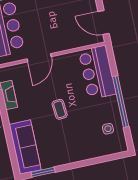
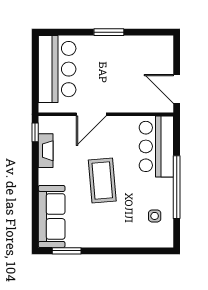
coffee table: (60, 109) -> (102, 181), width x1.86, depth x1.72

